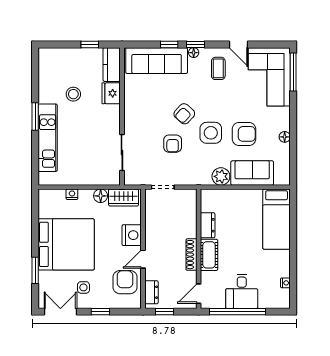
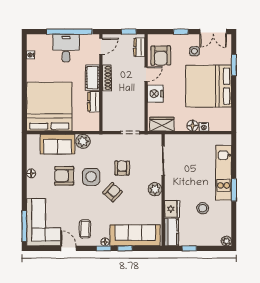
plant: (44, 54) -> (226, 241), added
plant: (132, 117) -> (155, 189), added
floor lamp: (101, 196) -> (193, 126), moved
bed: (277, 219) -> (49, 107), width x2.04

